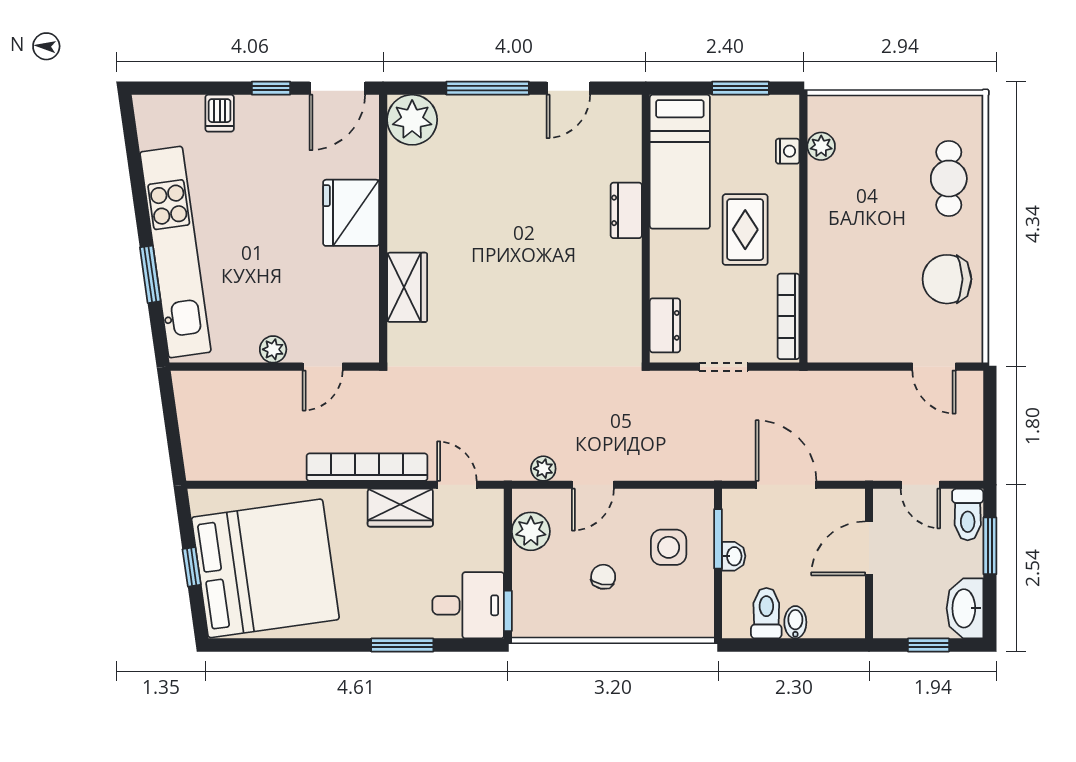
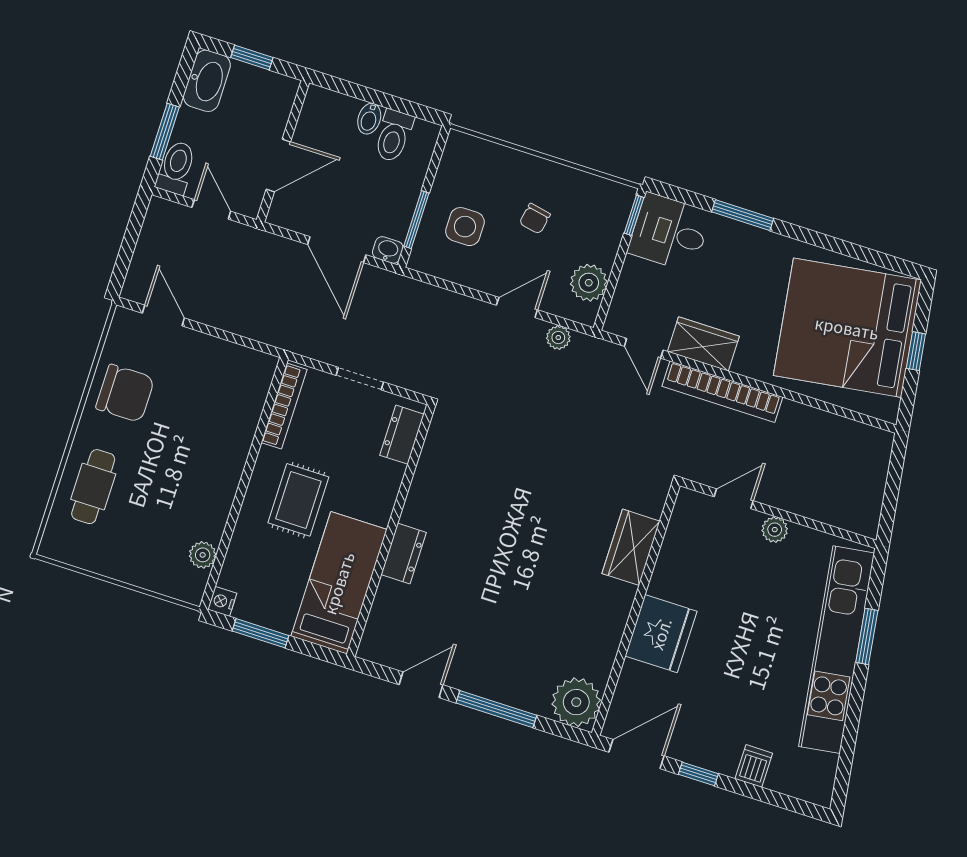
nightstand: (788, 151) -> (222, 601), moved
washbasin: (734, 556) -> (388, 250), moved, turned 90

